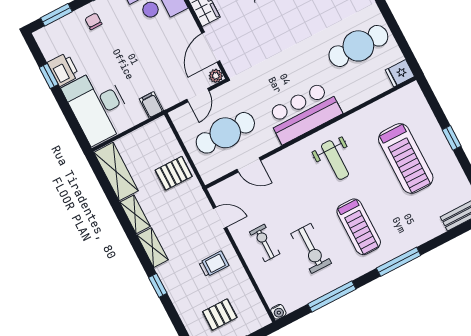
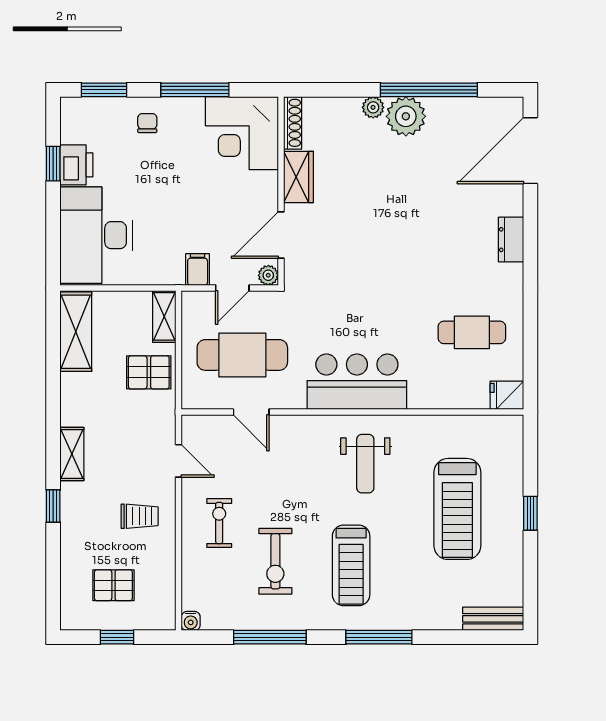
cafe table: (358, 46) -> (472, 332), width x0.73, depth x0.74
filing cabinet: (151, 105) -> (198, 269), moved
shelving: (135, 214) -> (164, 316), moved

